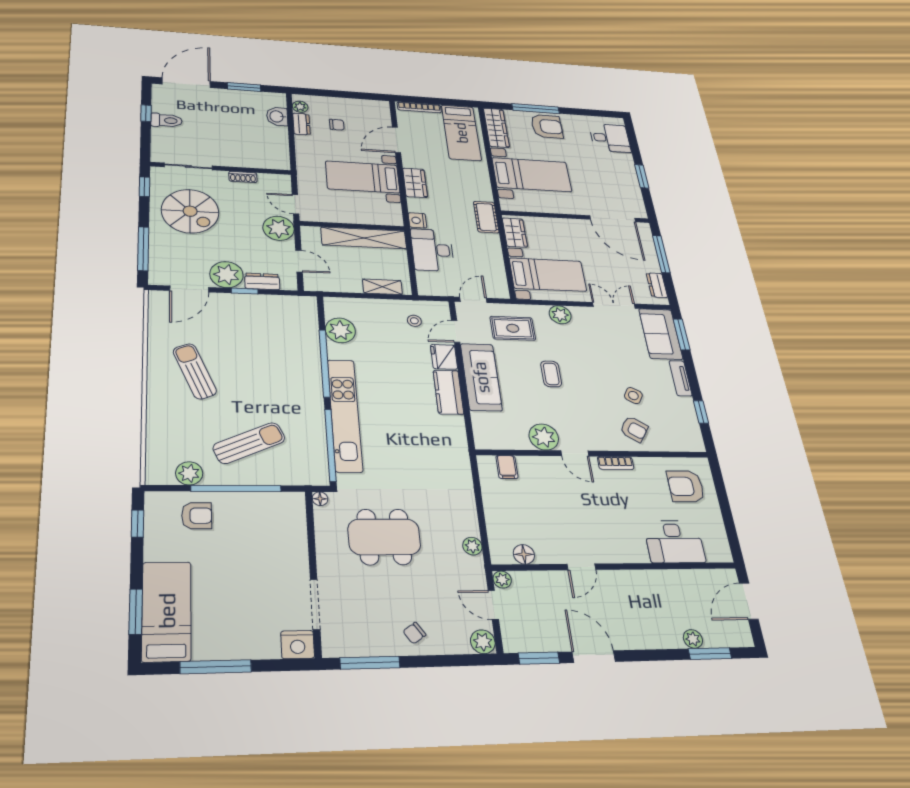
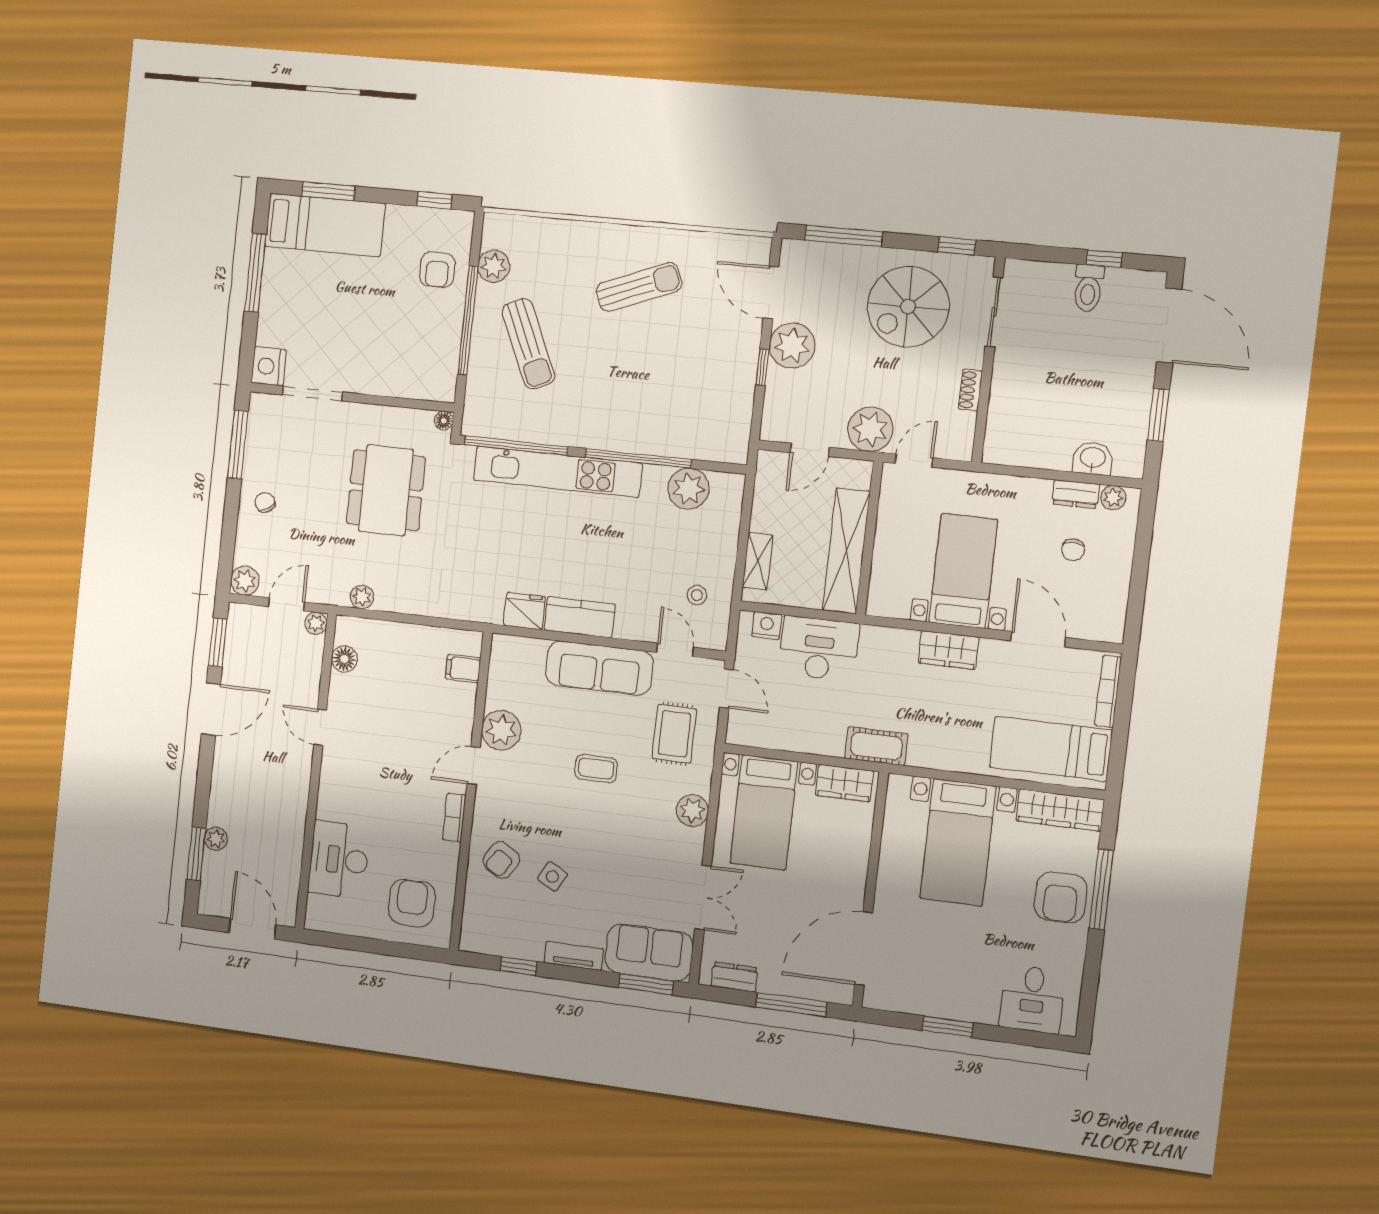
nightstand: (417, 220) -> (767, 626), moved
dresser: (262, 281) -> (777, 393), removed
fridge: (444, 357) -> (524, 611), moved

